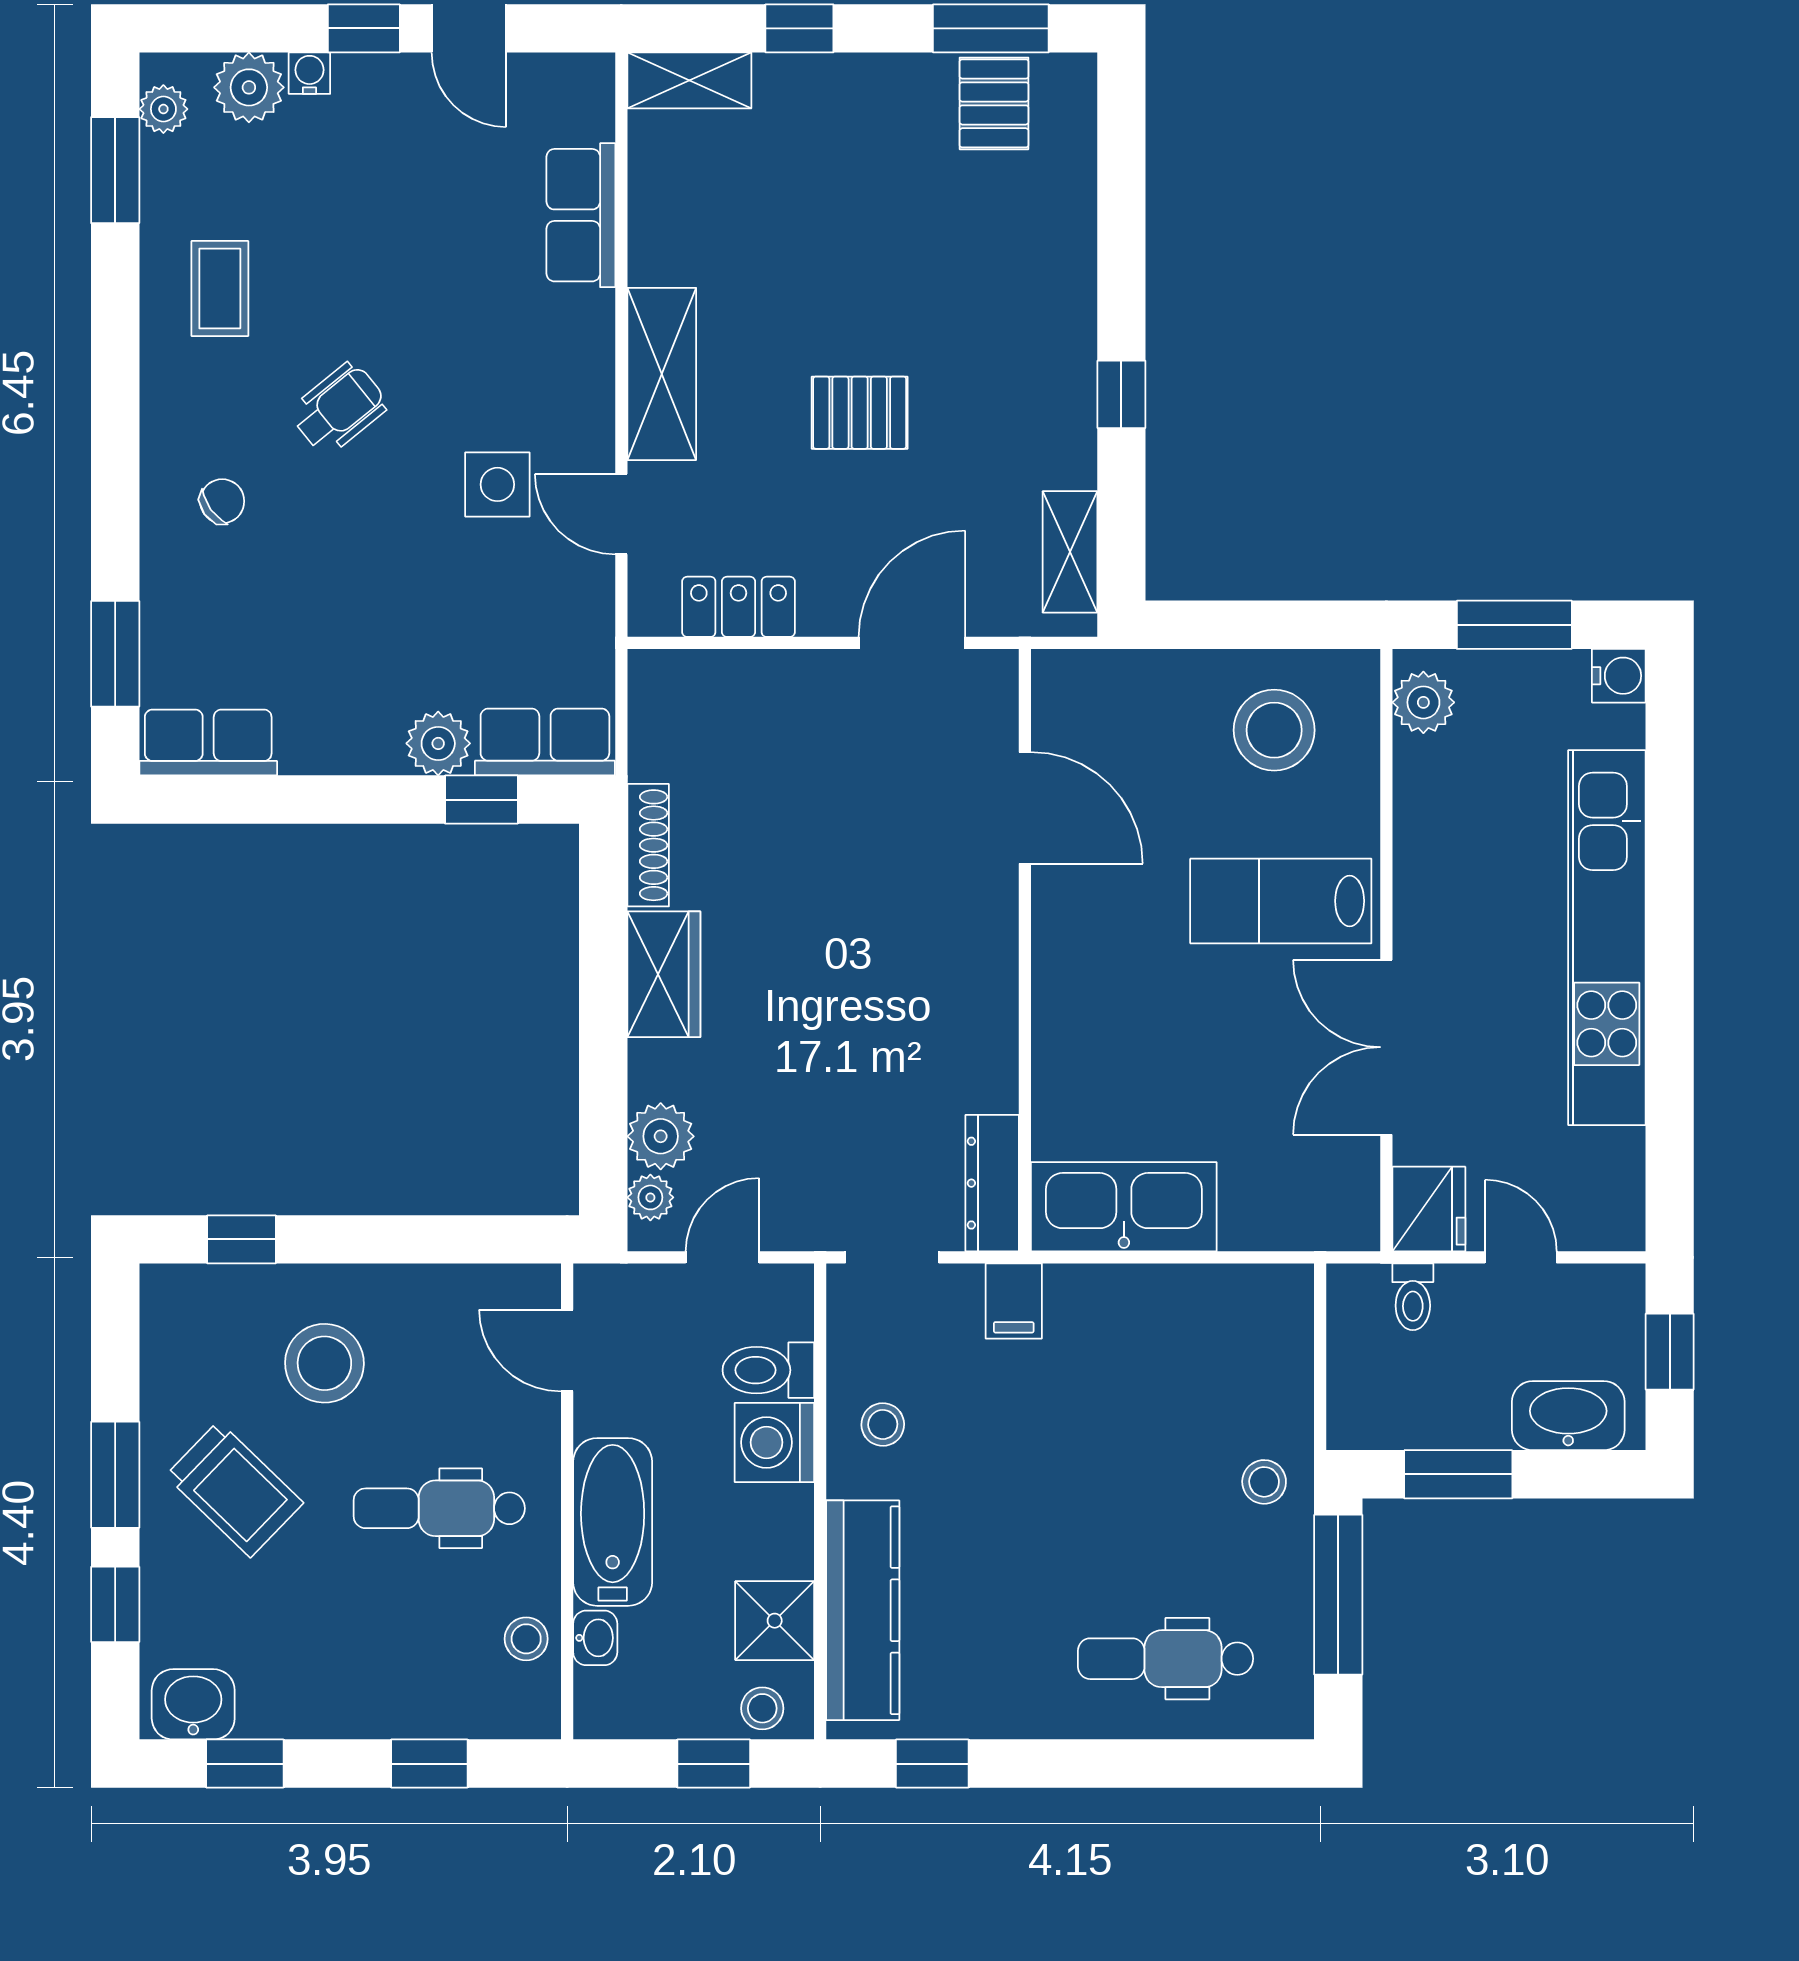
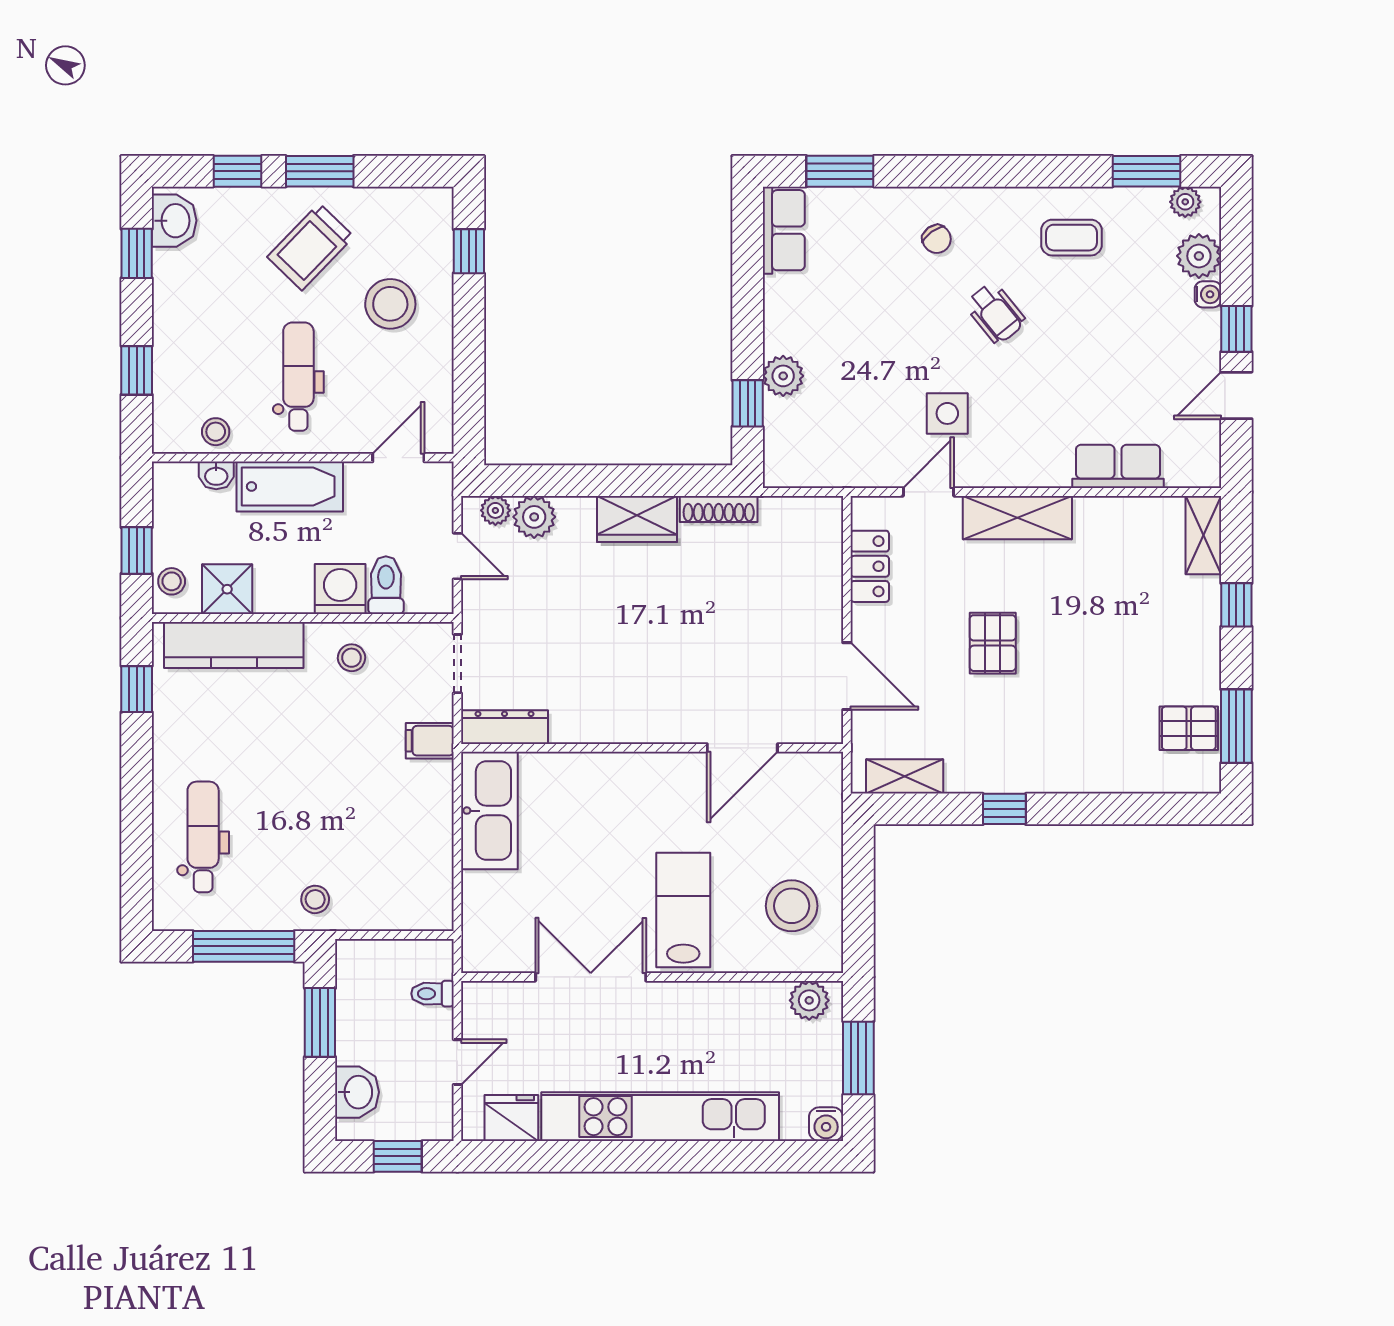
row of seats: (545, 742) -> (784, 444), removed
fridge: (1429, 1209) -> (511, 1118), moved, turned 180
washbasin: (1568, 1416) -> (357, 1092), width x0.72

